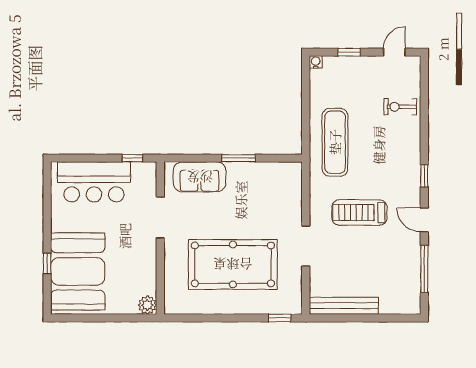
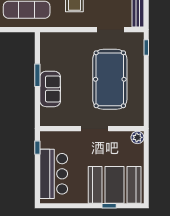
sofa: (200, 177) -> (50, 89), moved
doorway: (160, 218) -> (95, 129), moved
doorway: (306, 246) -> (110, 30), moved

